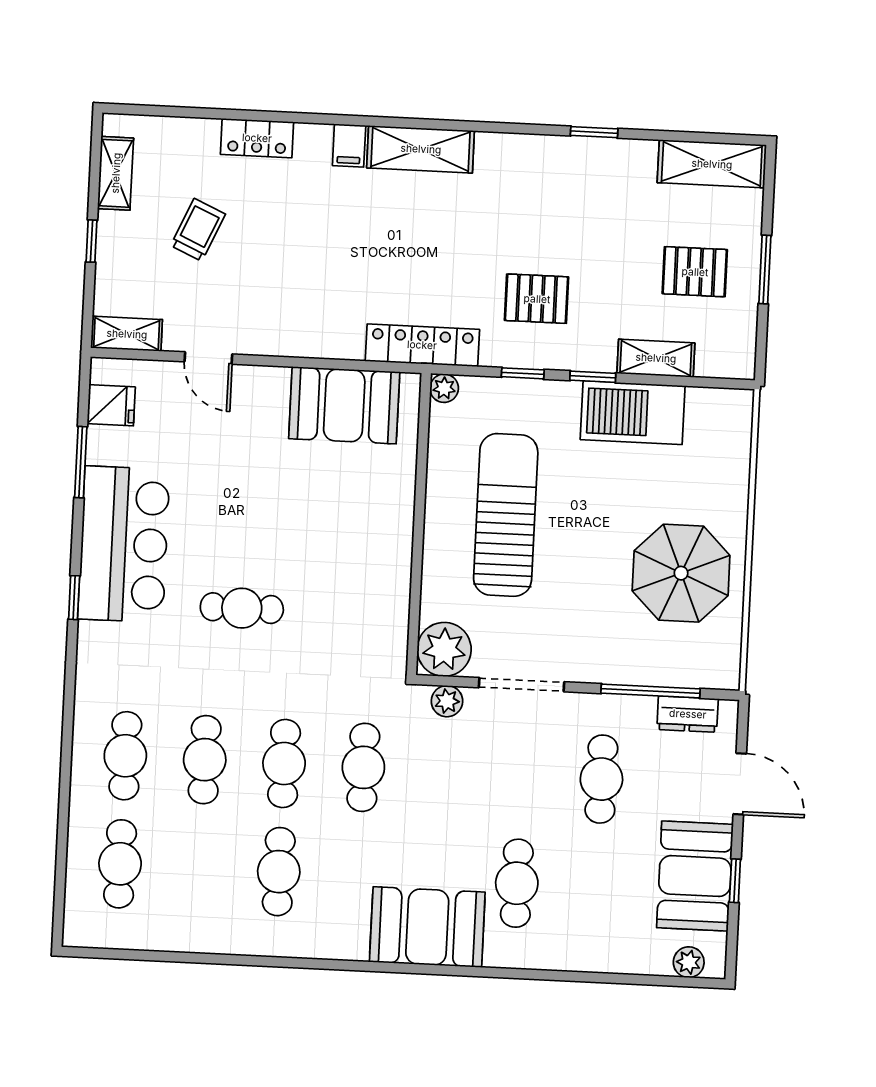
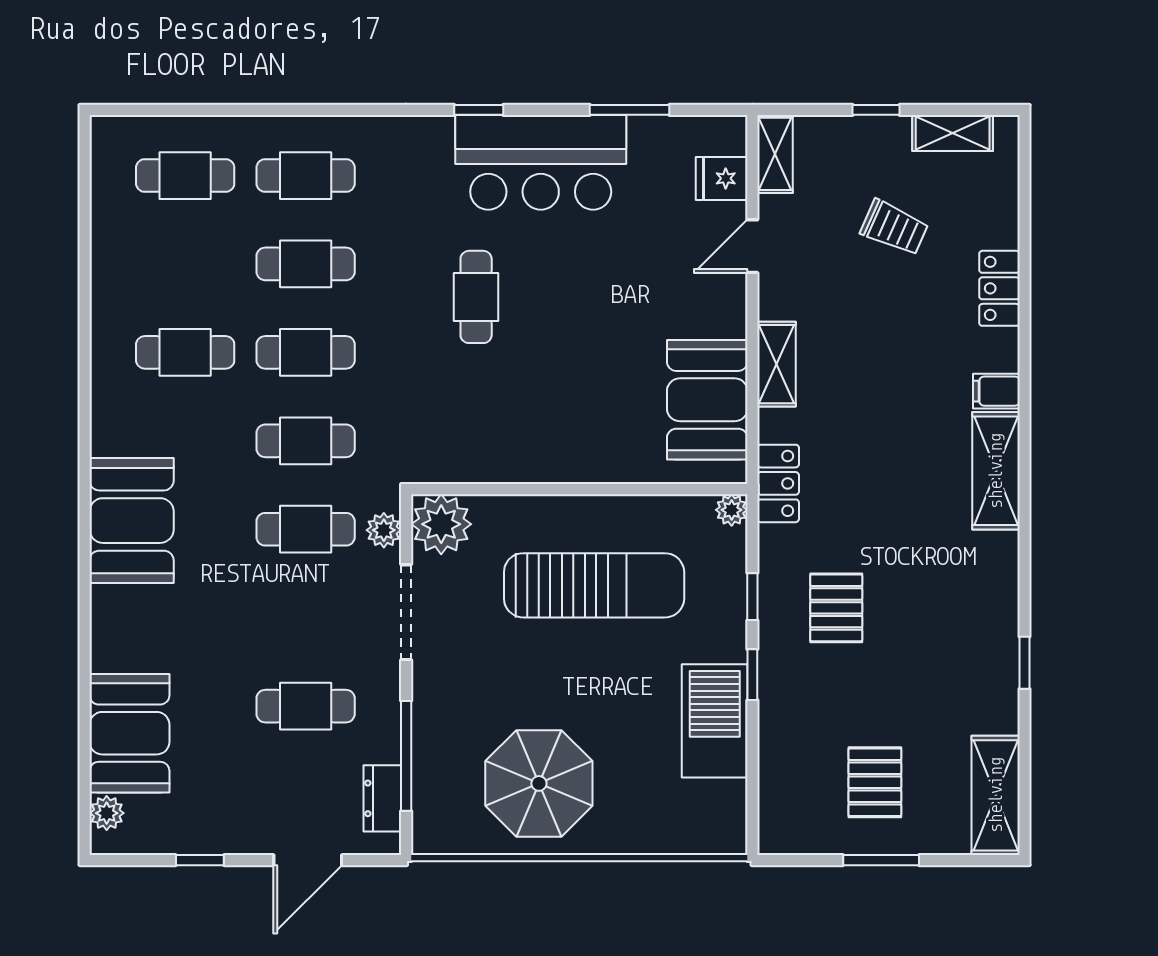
locker: (422, 345) -> (778, 483), width x0.66
shelving: (656, 358) -> (776, 364), moved
fridge: (111, 405) -> (722, 178), moved, turned 90
booth: (695, 876) -> (129, 733), moved, turned 90
cafe table: (517, 883) -> (306, 529), moved

